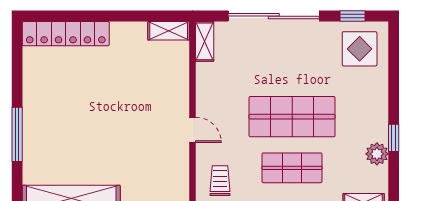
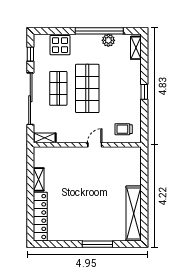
shelving: (169, 31) -> (39, 179), moved
display table: (360, 49) -> (60, 45), moved
window: (394, 138) -> (99, 31), width x3.17
shop shelf: (292, 168) -> (58, 88), moved

